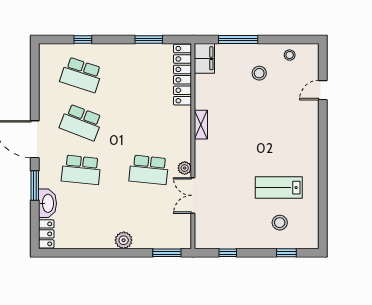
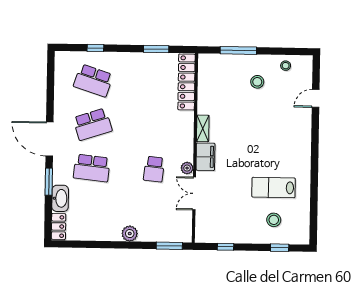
filing cabinet: (204, 58) -> (205, 157), moved
school desk: (81, 122) -> (93, 124), turned -39
school desk: (149, 170) -> (154, 169), width x0.54

